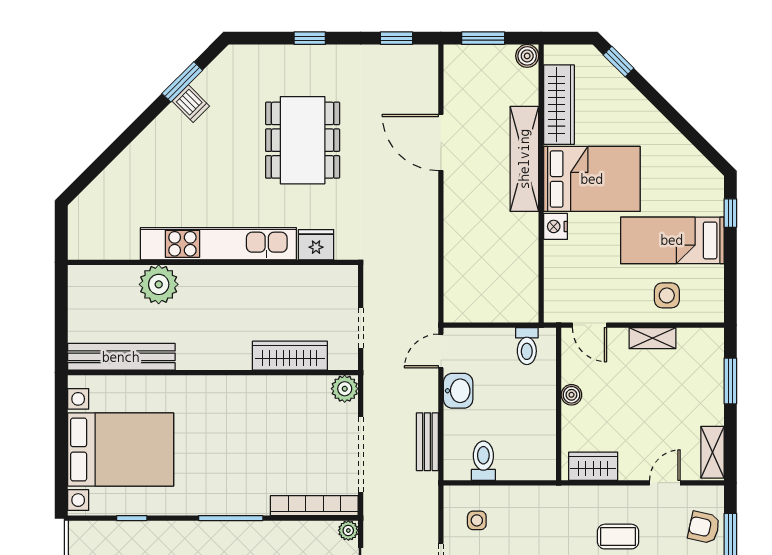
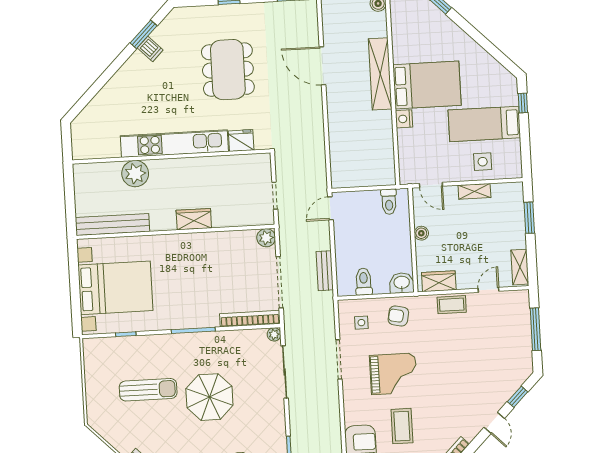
wardrobe: (559, 105) -> (402, 36), removed
wardrobe: (290, 356) -> (194, 219), moved, width x0.67
washbasin: (458, 391) -> (402, 283), moved, turned -90
armchair: (704, 527) -> (398, 316), moved
coffee table: (618, 537) -> (452, 305), moved

